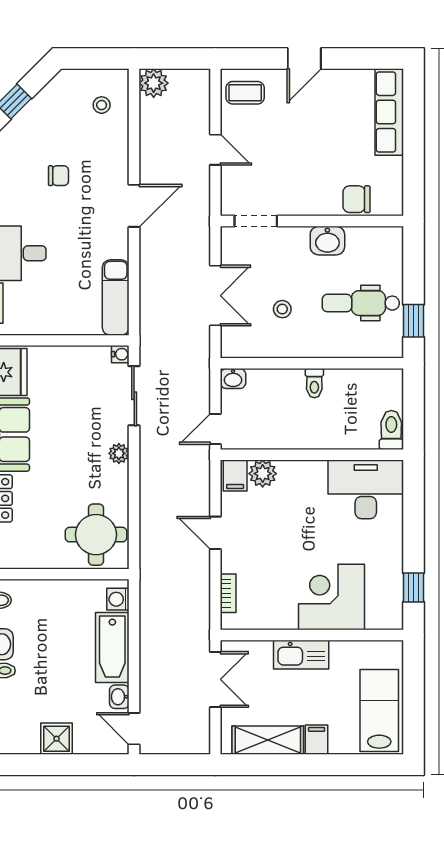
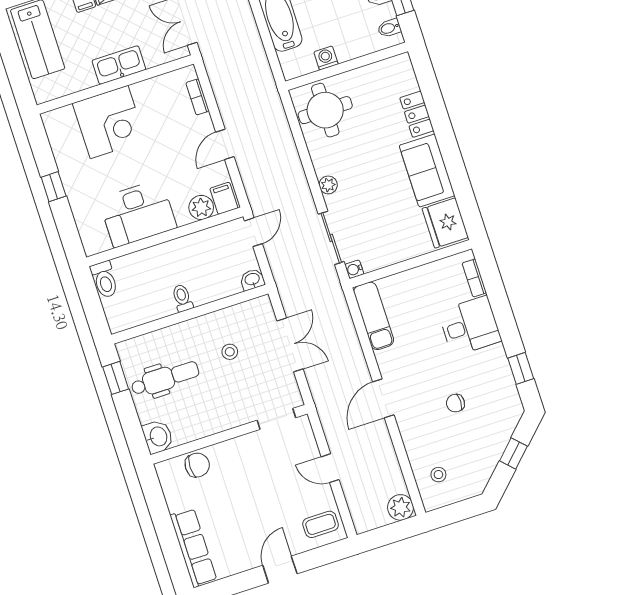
washbasin: (327, 241) -> (158, 437), moved, turned 90
double door: (215, 296) -> (290, 345), swing flipped
desk: (366, 489) -> (138, 213), moved
door: (215, 533) -> (225, 144), swing flipped
window: (413, 588) -> (54, 187), moved
washing machine: (118, 599) -> (326, 58), moved, turned -90

